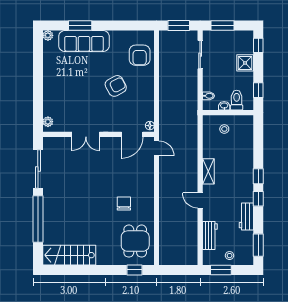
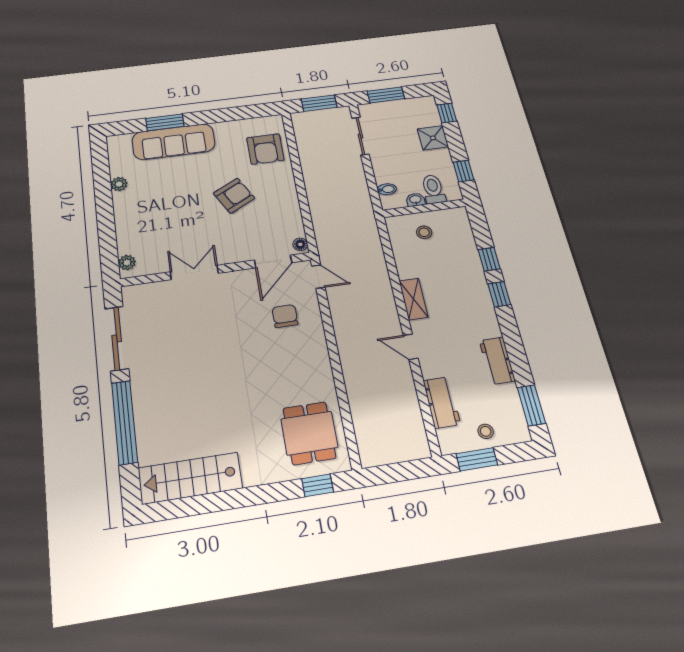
plant: (48, 35) -> (119, 184), moved
double door: (86, 134) -> (194, 272), swing flipped
window: (258, 199) -> (489, 259), moved
chair: (124, 203) -> (285, 316), moved

